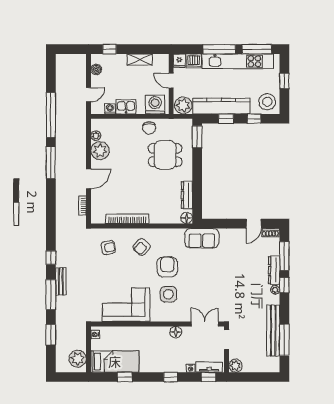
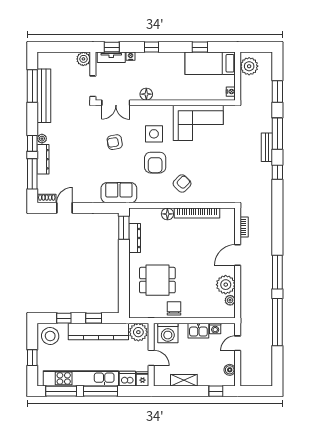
window: (197, 137) -> (124, 228), moved
floor lamp: (187, 218) -> (167, 214), moved
armchair: (108, 248) -> (115, 142), moved

